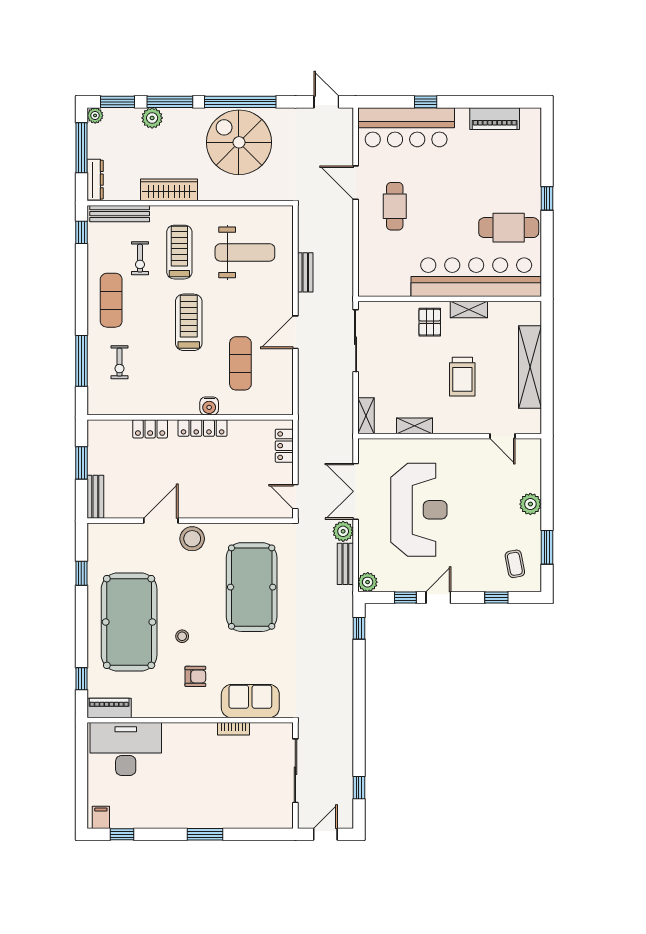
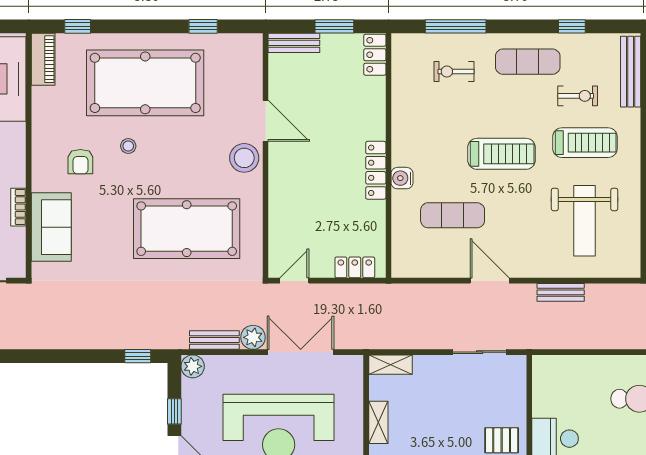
window: (81, 232) -> (572, 26), moved
exercise bike: (140, 258) -> (578, 96), turned 180
sliding door: (356, 341) -> (480, 352), width x0.73
locker: (150, 429) -> (375, 55), moved

